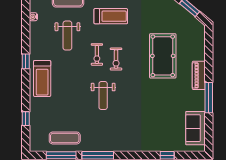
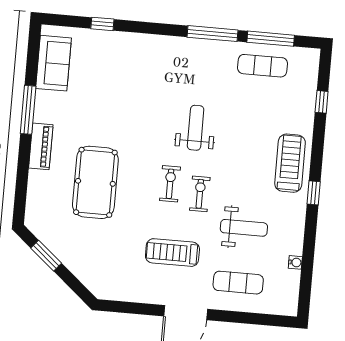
weight bench: (67, 36) -> (244, 228), turned 90

